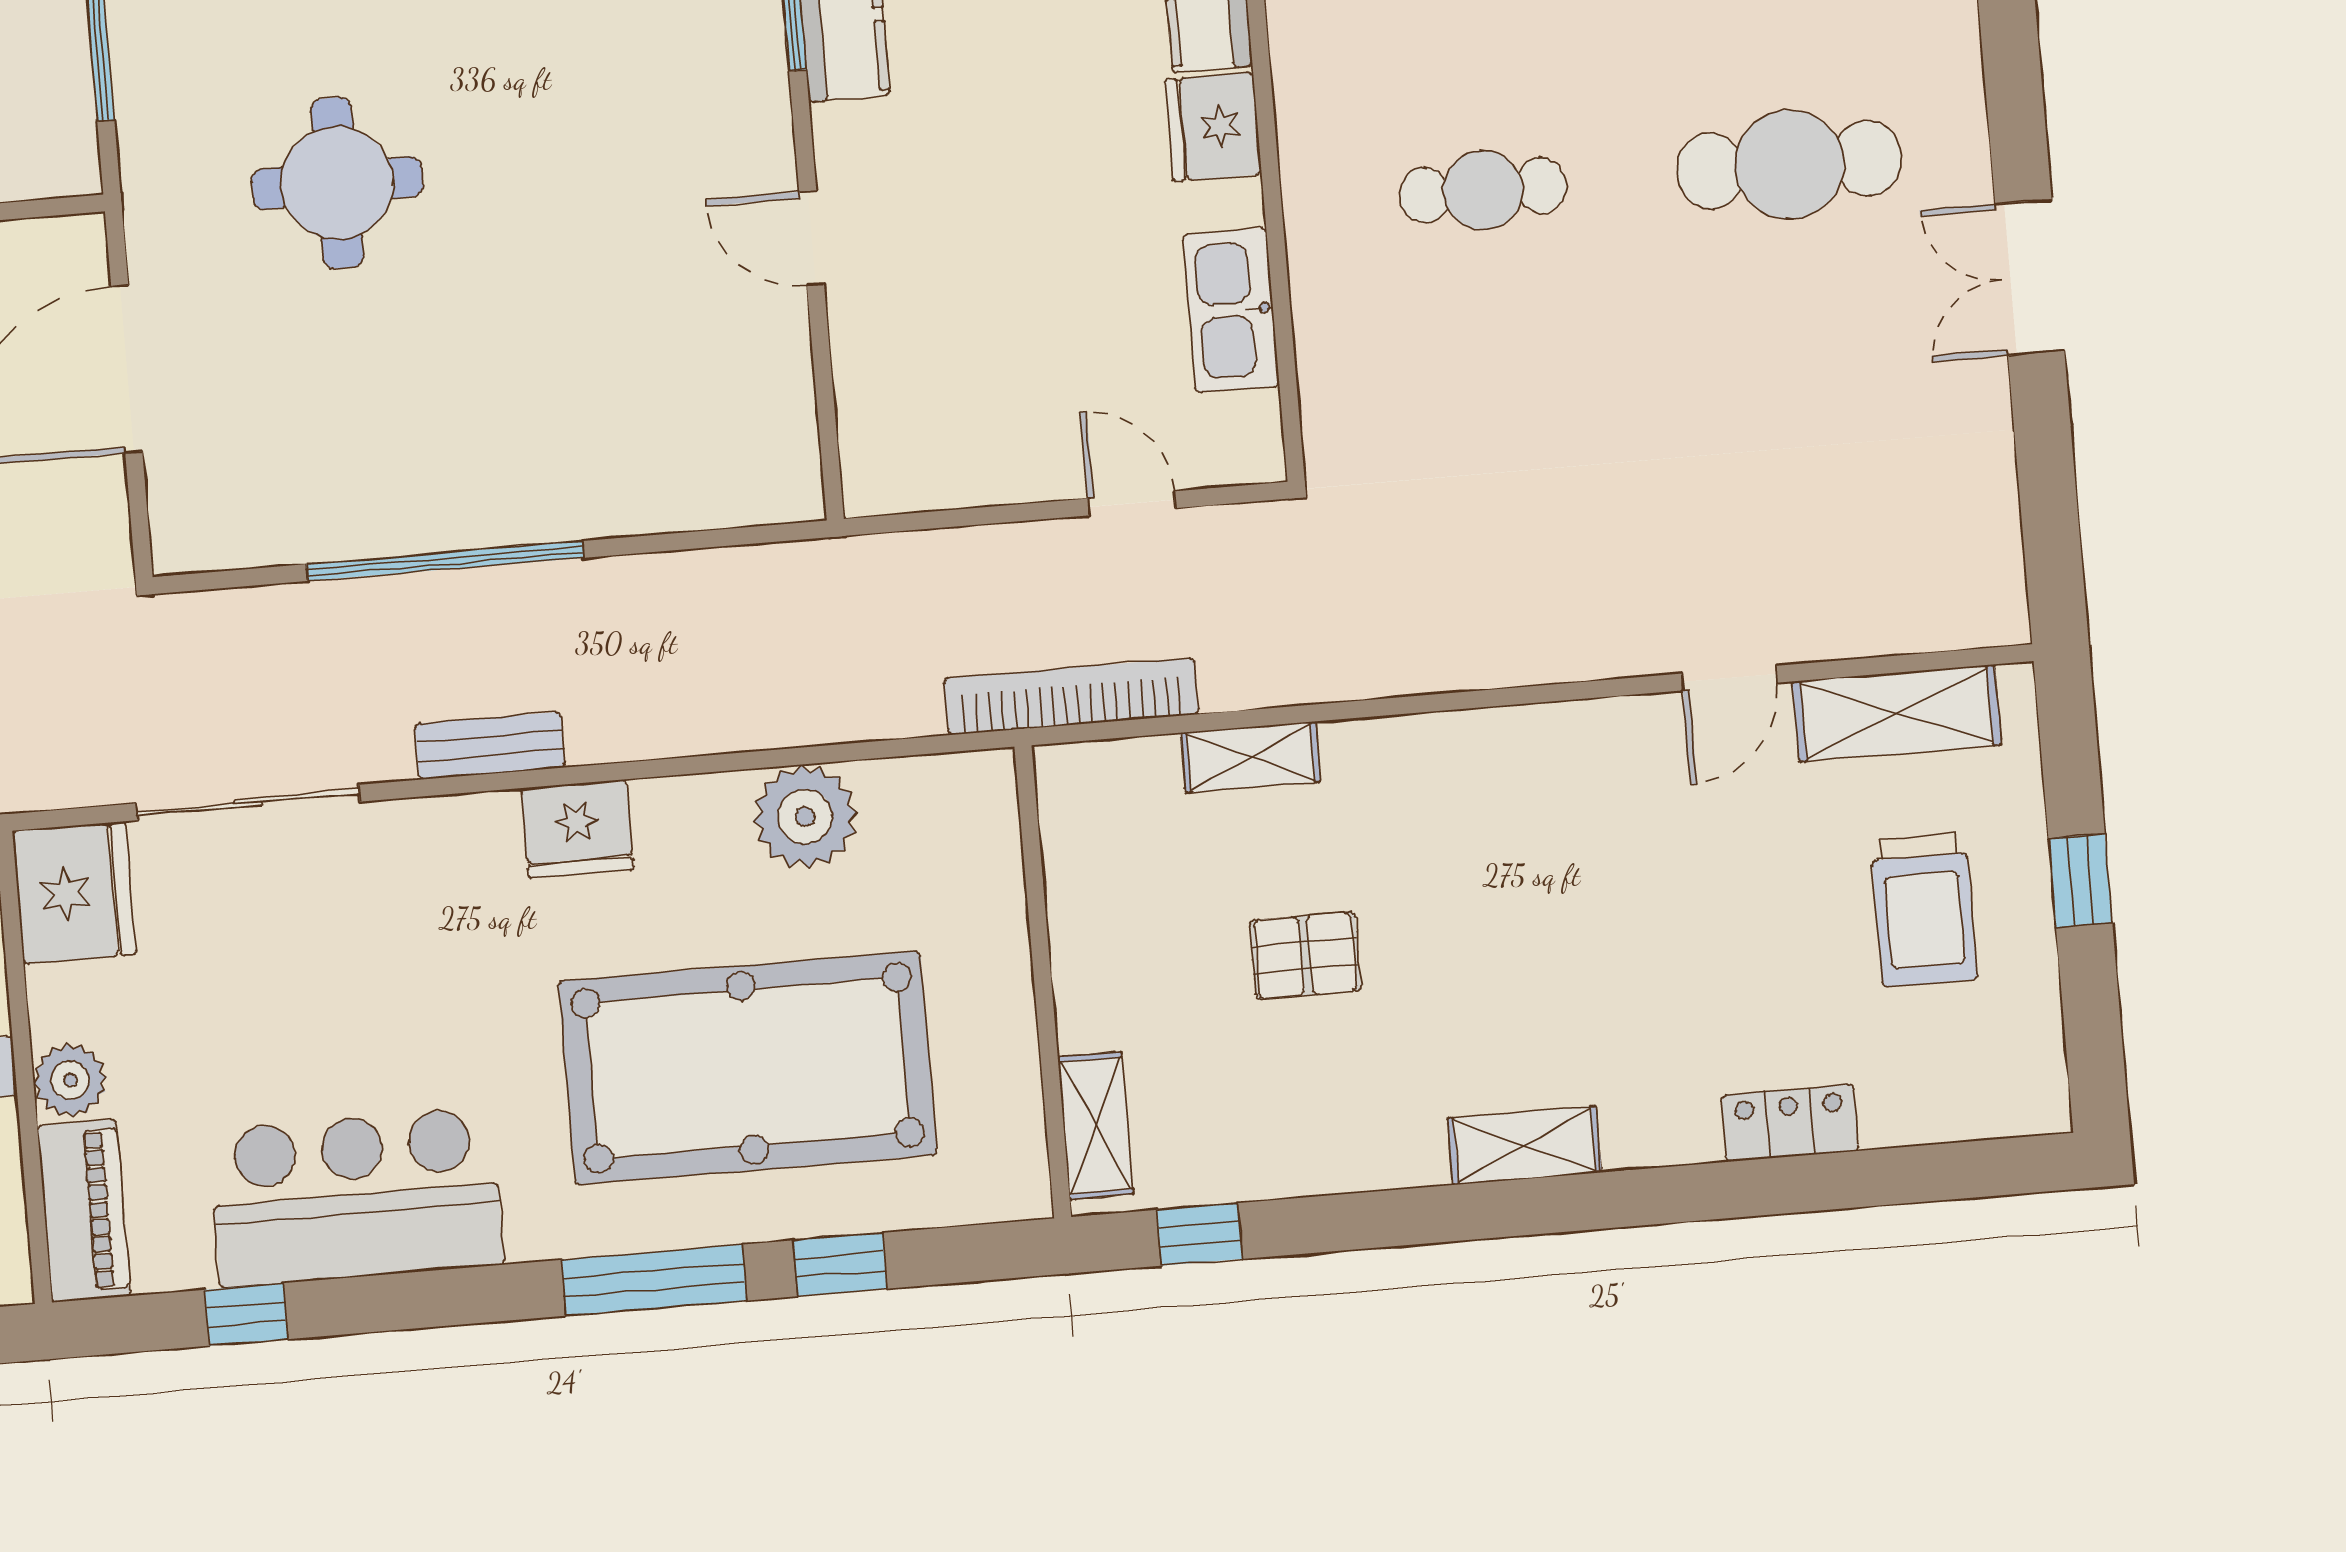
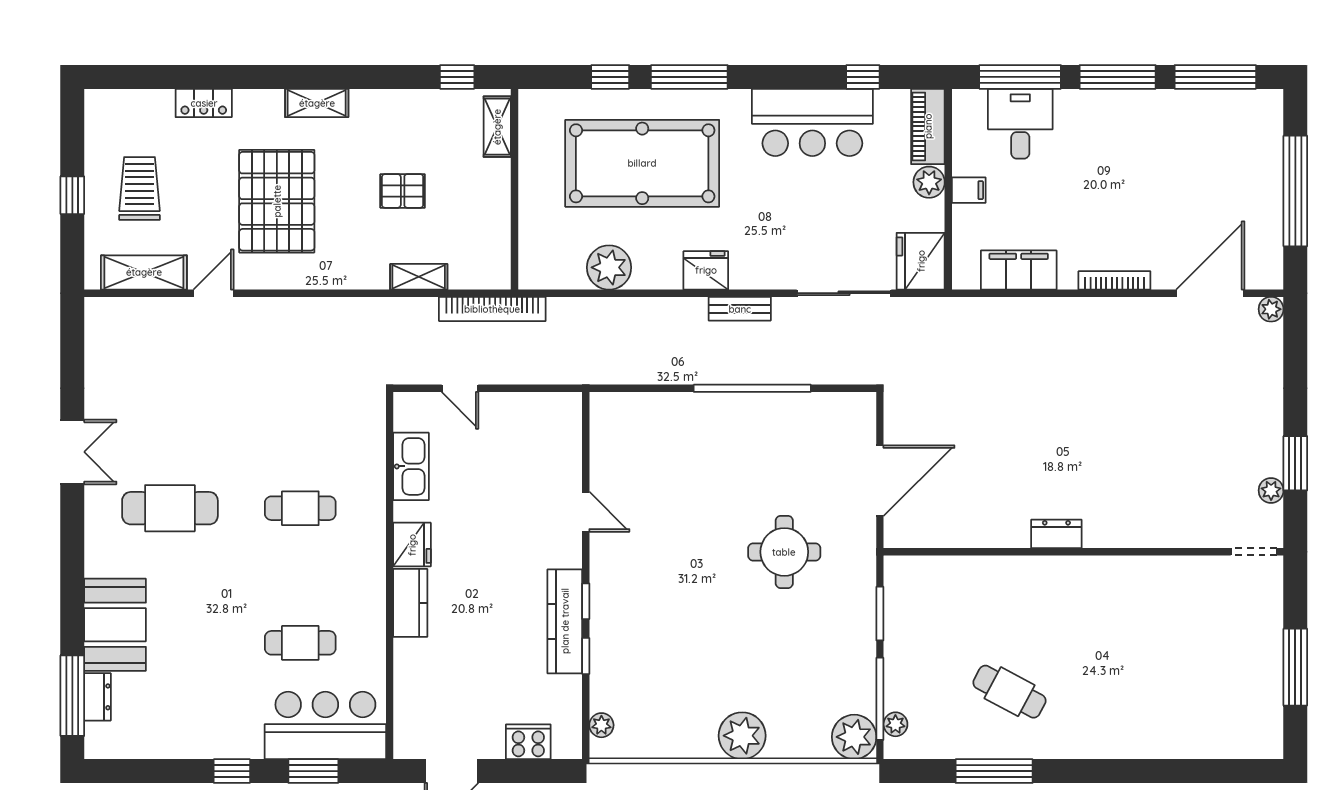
pallet: (1599, 907) -> (277, 201), added

